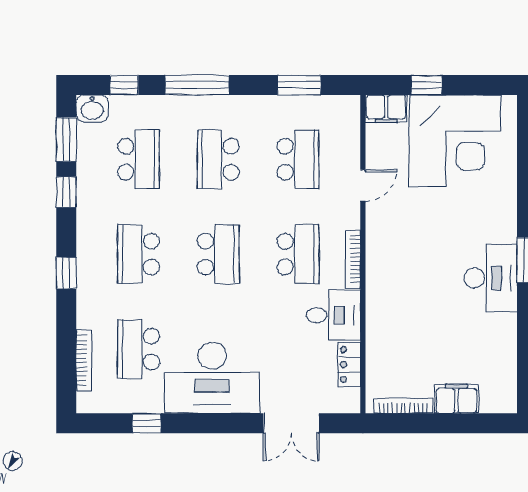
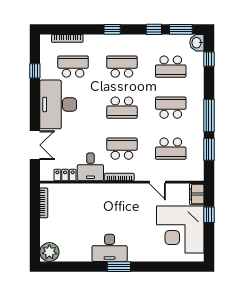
window: (197, 85) -> (209, 115), moved
school desk: (298, 254) -> (122, 149), turned 180
plant: (499, 395) -> (49, 252), added
filing cabinet: (456, 399) -> (47, 230), removed
double door: (291, 423) -> (35, 145), swing flipped

